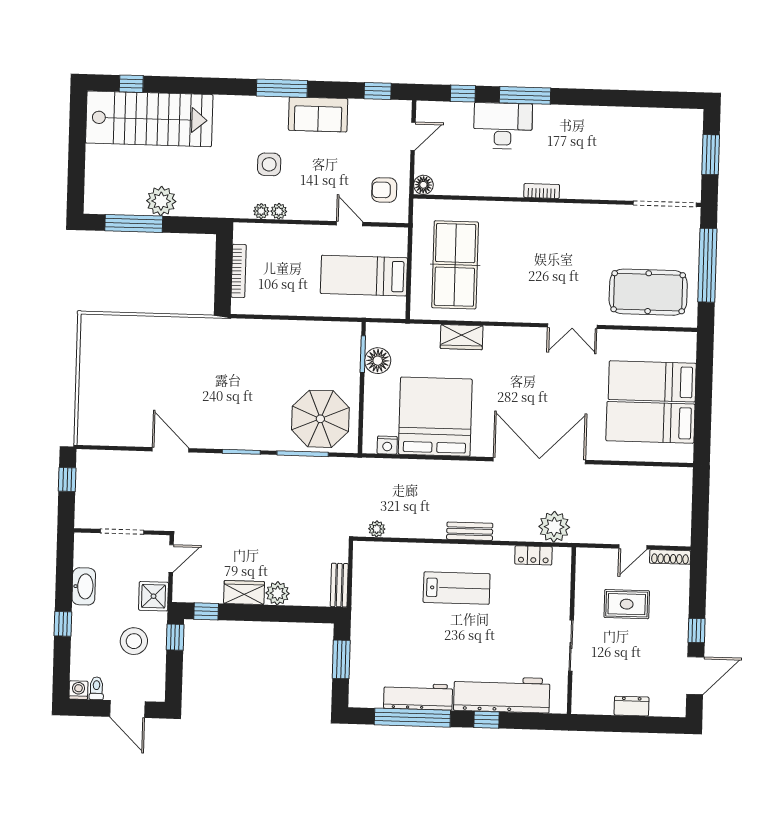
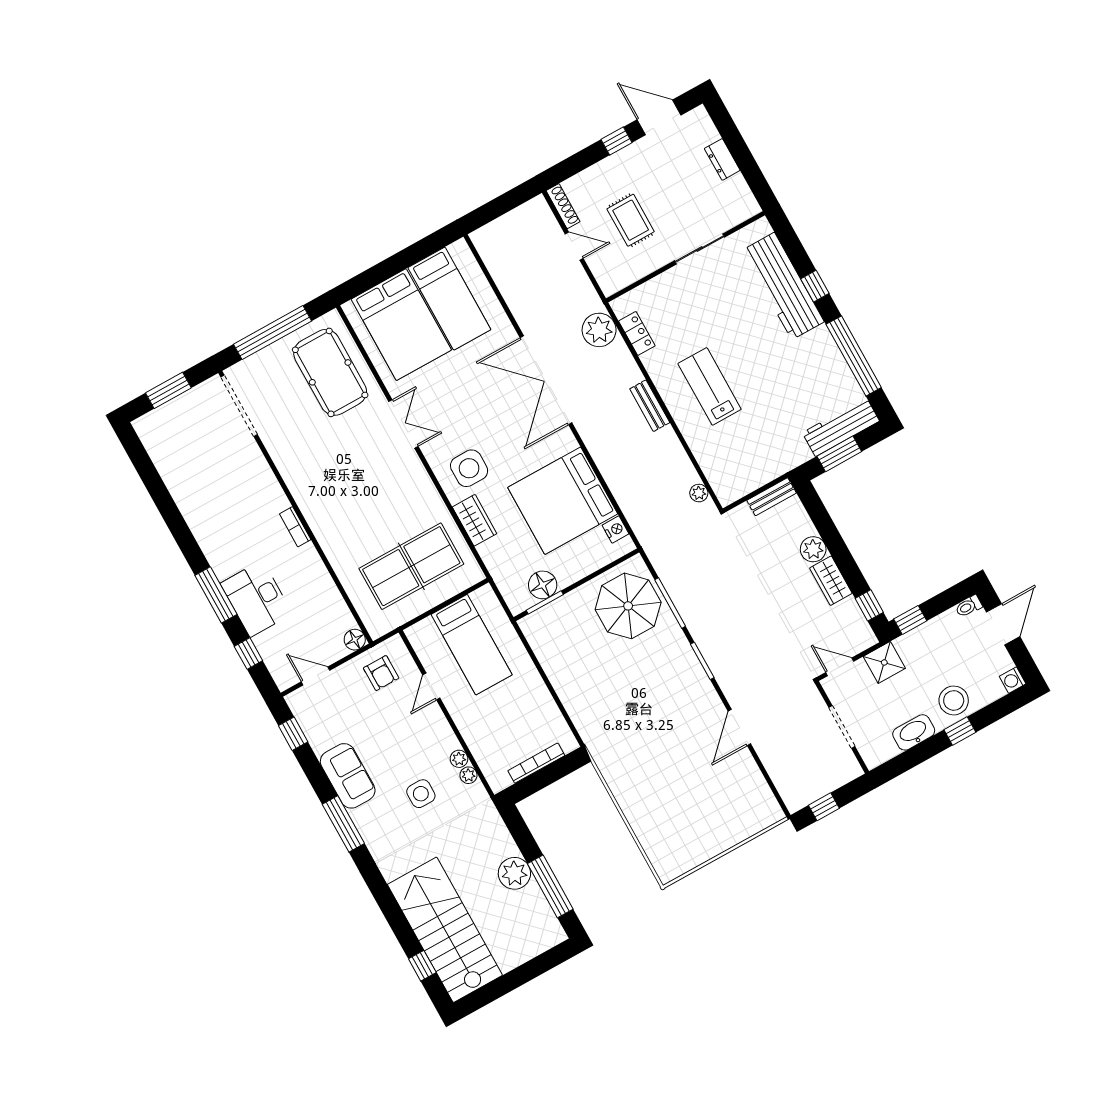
side table: (506, 357) -> (469, 468), added
bed: (652, 381) -> (401, 325), width x1.50
stool: (134, 641) -> (954, 700), moved
toilet: (96, 688) -> (969, 606), moved
workbench: (418, 697) -> (841, 427), moved, turned 90

